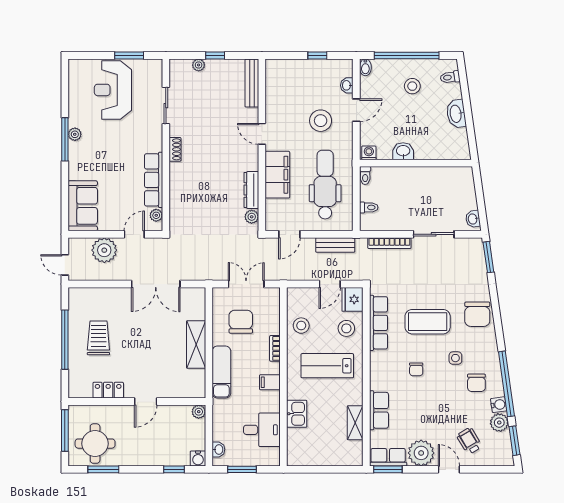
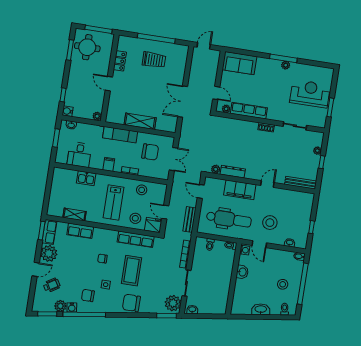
door: (356, 110) -> (259, 244), moved
plant: (104, 250) -> (173, 303), moved
lab bench: (327, 366) -> (114, 202), turned 180

